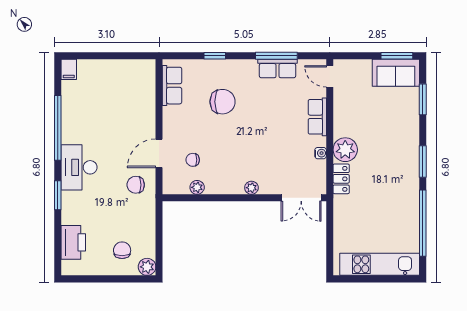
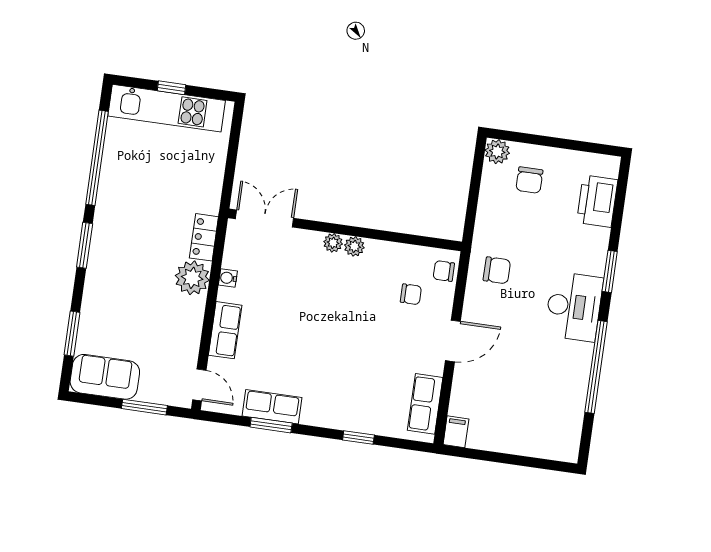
window: (276, 56) -> (271, 425), width x0.69
window: (397, 56) -> (144, 407), moved
filing cabinet: (69, 69) -> (456, 432), moved
chair: (223, 102) -> (444, 271), moved, width x0.54, depth x0.54
door: (159, 153) -> (453, 341), moved
plant: (197, 187) -> (354, 246), moved
window: (378, 279) -> (172, 88), added

